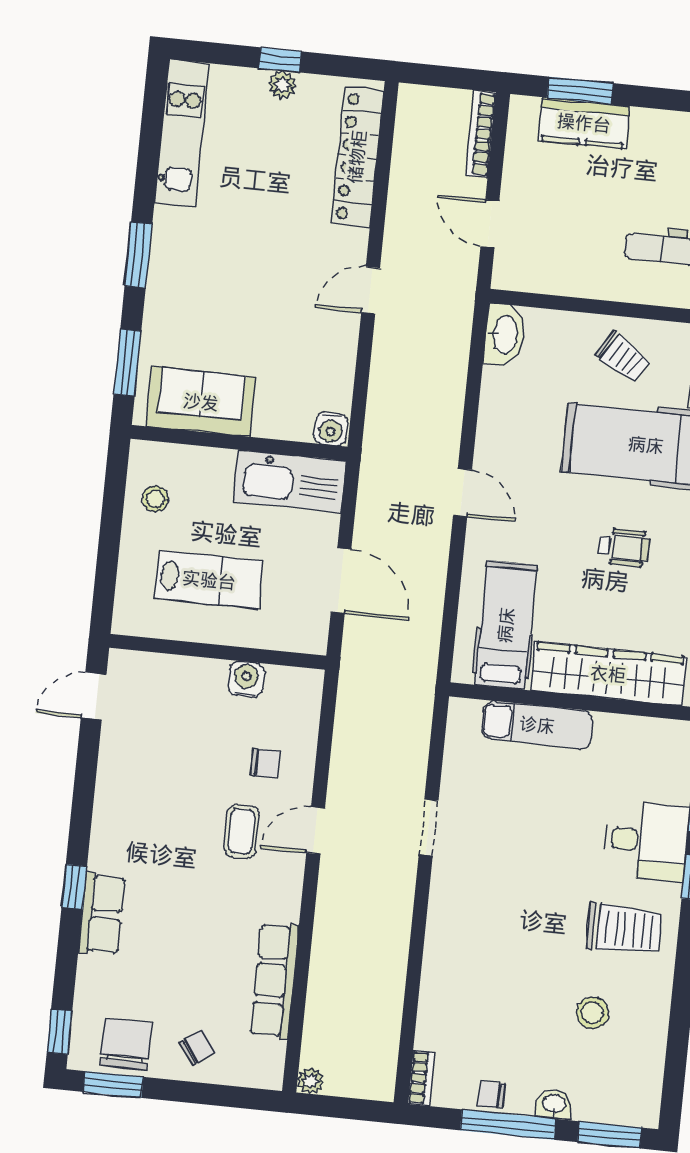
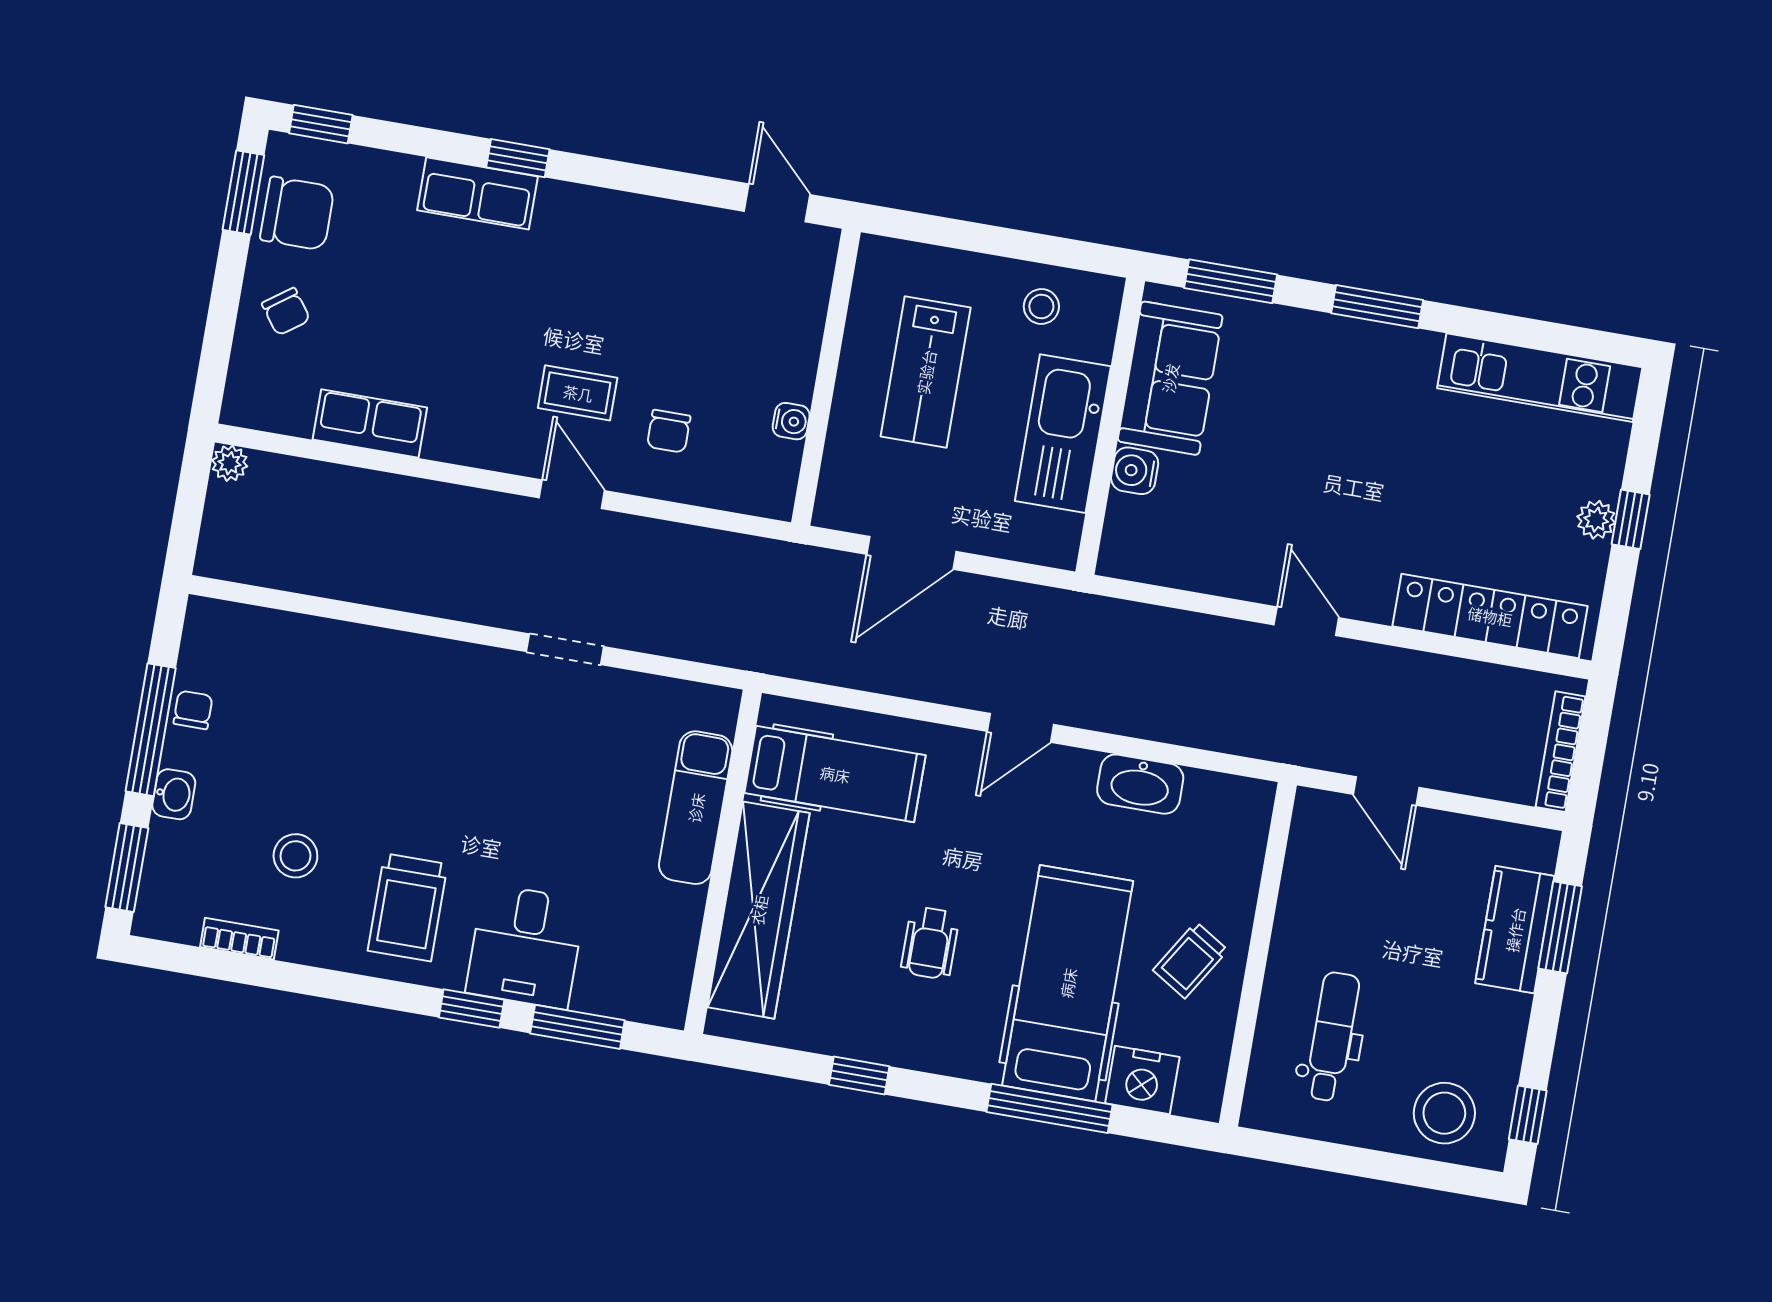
bookcase: (481, 134) -> (1561, 752), moved, turned -90
door: (490, 224) -> (1386, 791), swing flipped
washbasin: (504, 335) -> (1140, 784), moved
water cooler: (331, 429) -> (1135, 471), moved
kitchen sink: (289, 481) -> (1063, 434), moved
water cooler: (246, 679) -> (791, 421), width x0.72, depth x0.72
row of seats: (275, 981) -> (370, 424), width x0.68
bookcase: (421, 1078) -> (239, 939), moved, turned 180

